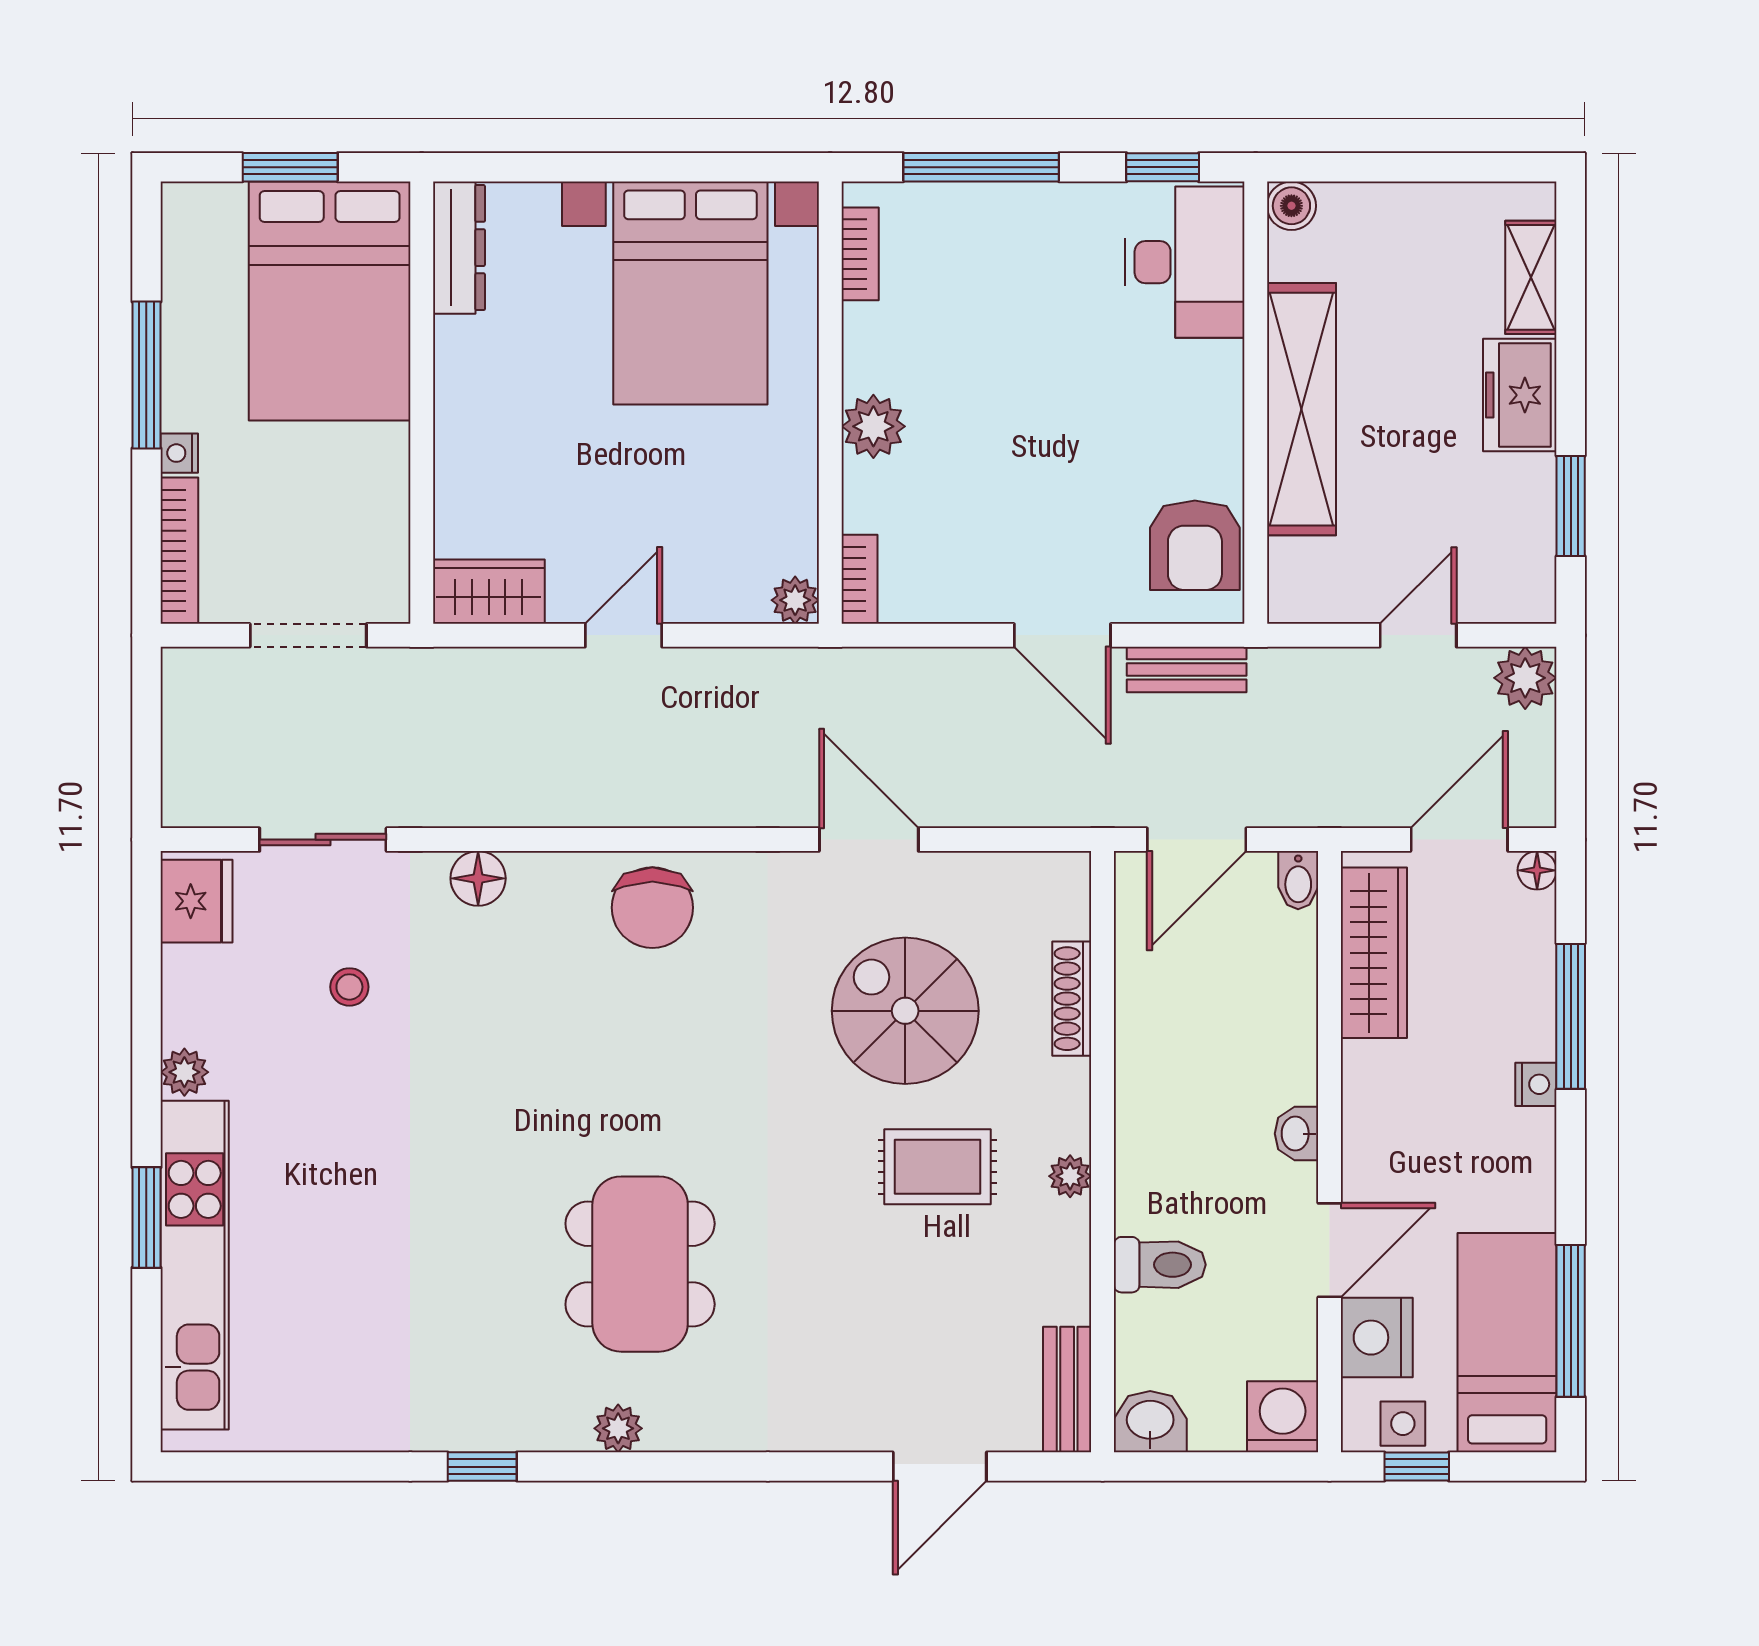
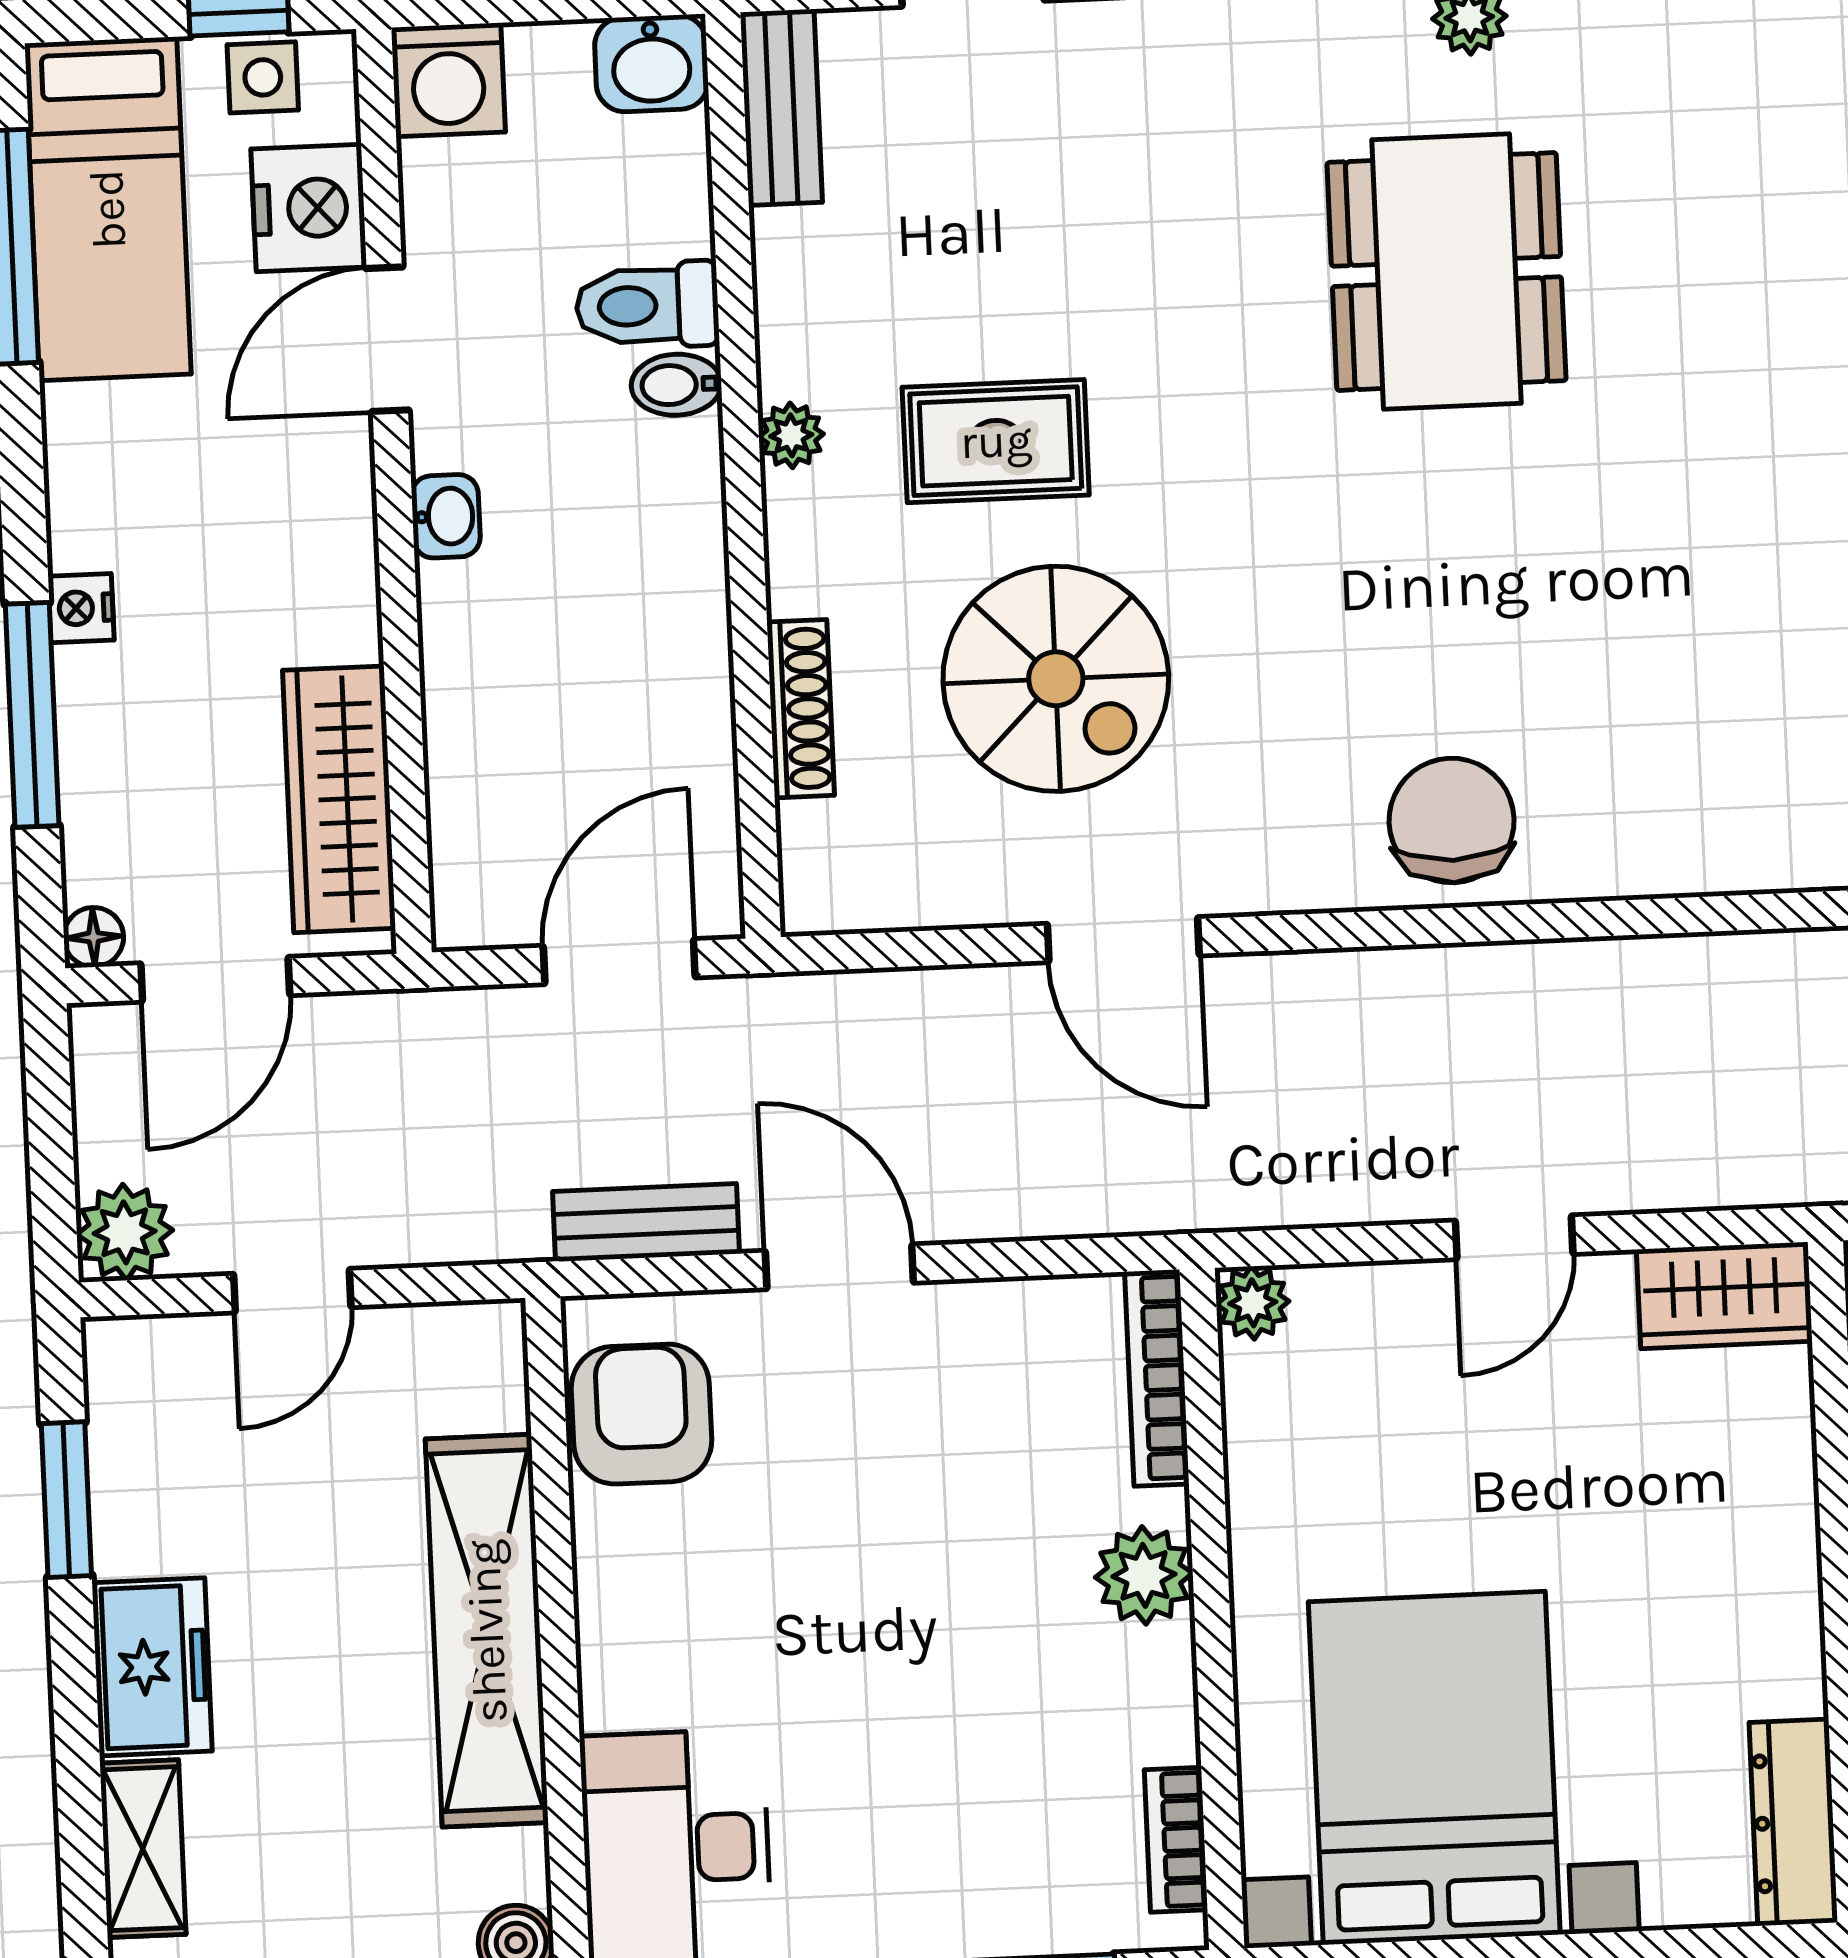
bookcase: (859, 579) -> (1157, 1378), width x1.56
floor lamp: (478, 878) -> (1722, 854), removed
bidet: (1298, 880) -> (676, 385), moved, turned -90

